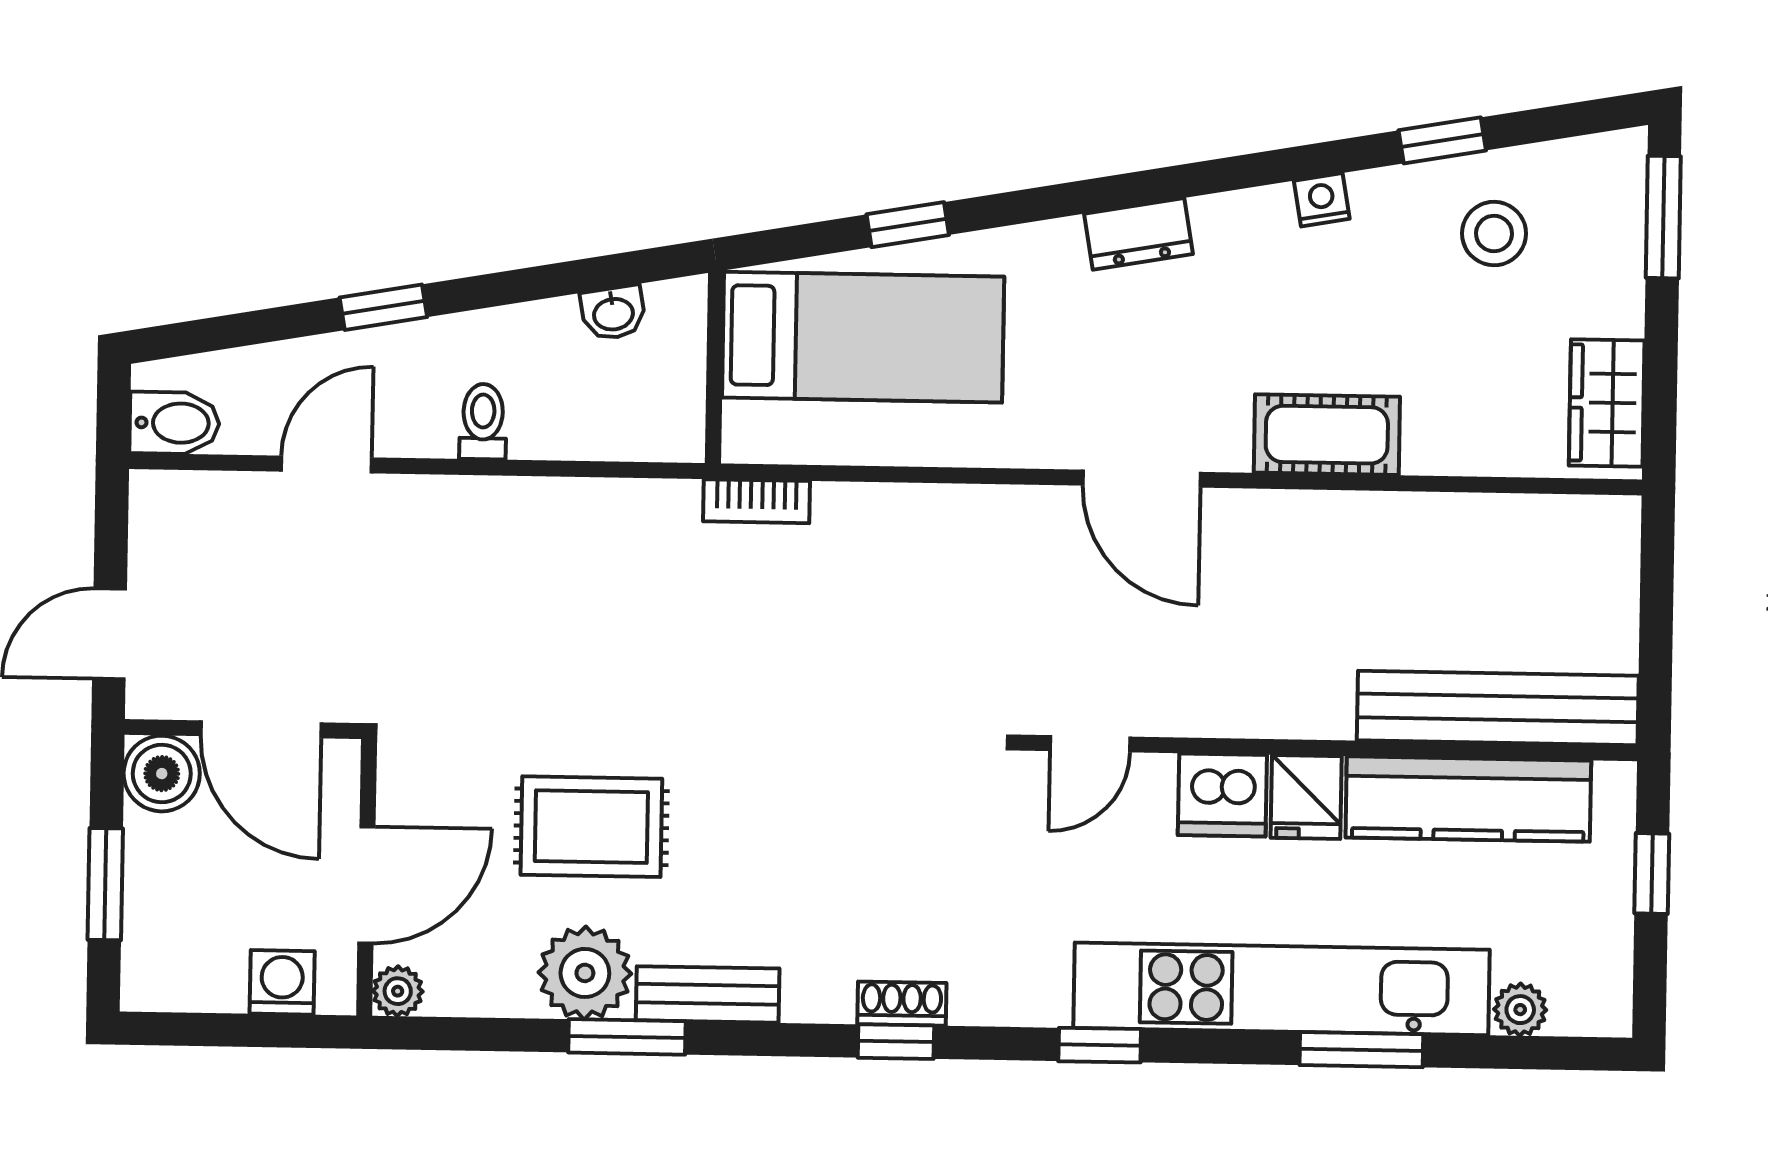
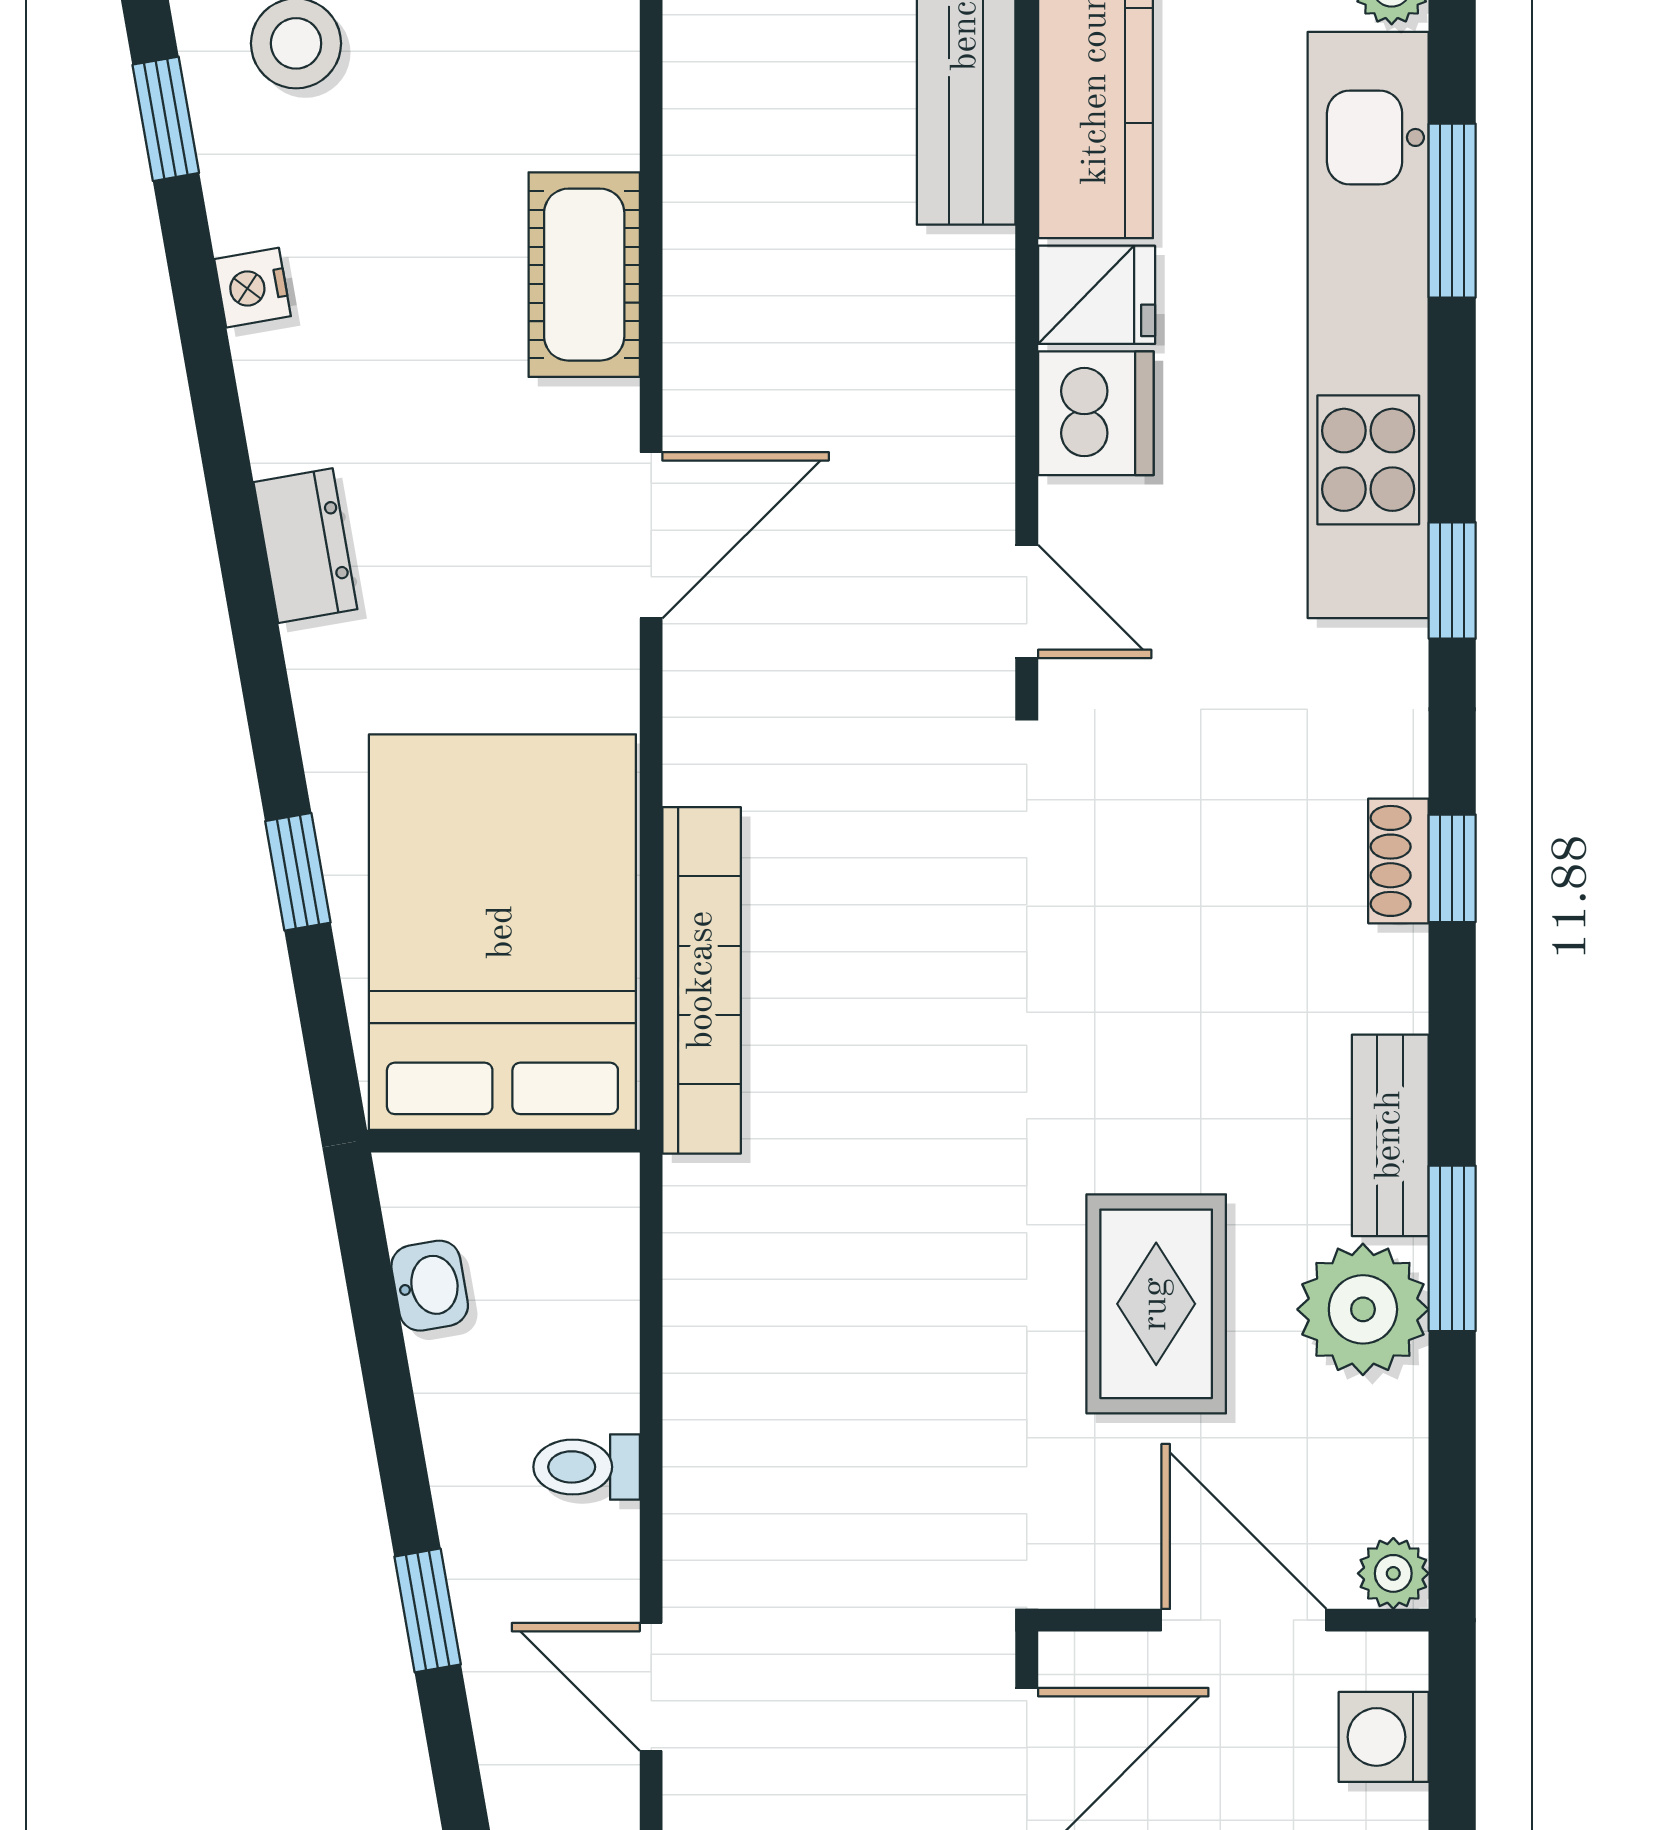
bed: (863, 337) -> (502, 932), width x1.50
bookcase: (757, 501) -> (702, 980), width x2.31, depth x1.31

